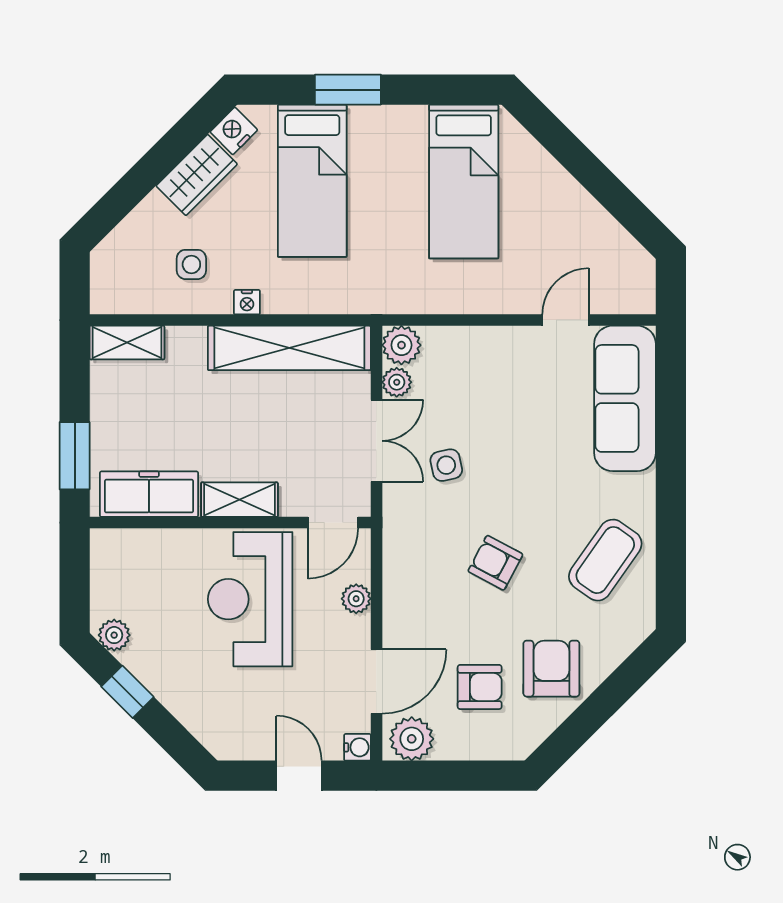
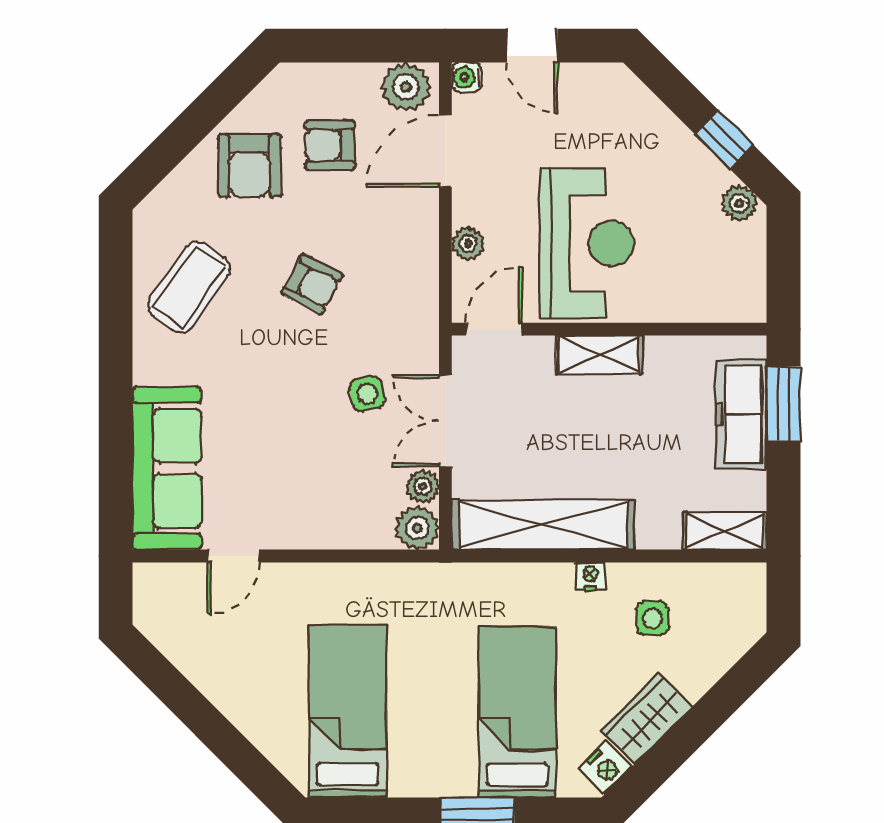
freezer: (149, 494) -> (741, 415), moved, turned 90

